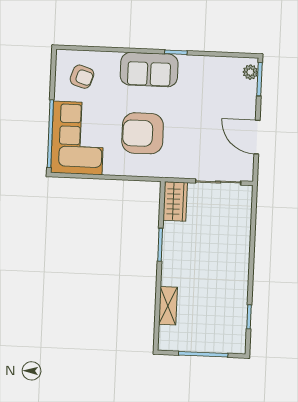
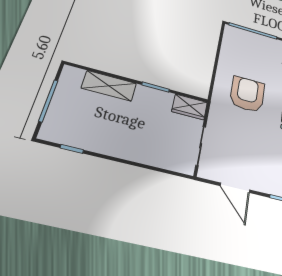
door: (257, 137) -> (235, 188), swing flipped
corner sofa: (78, 138) -> (248, 48), removed
shelving: (168, 306) -> (109, 86), width x1.50, depth x1.33

